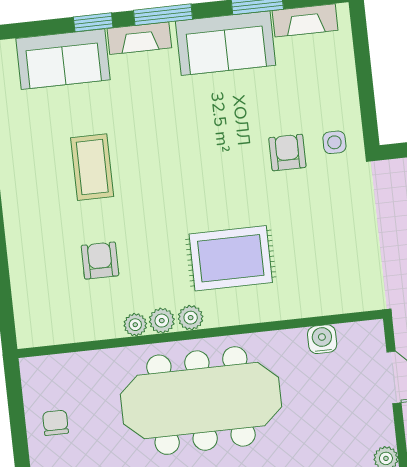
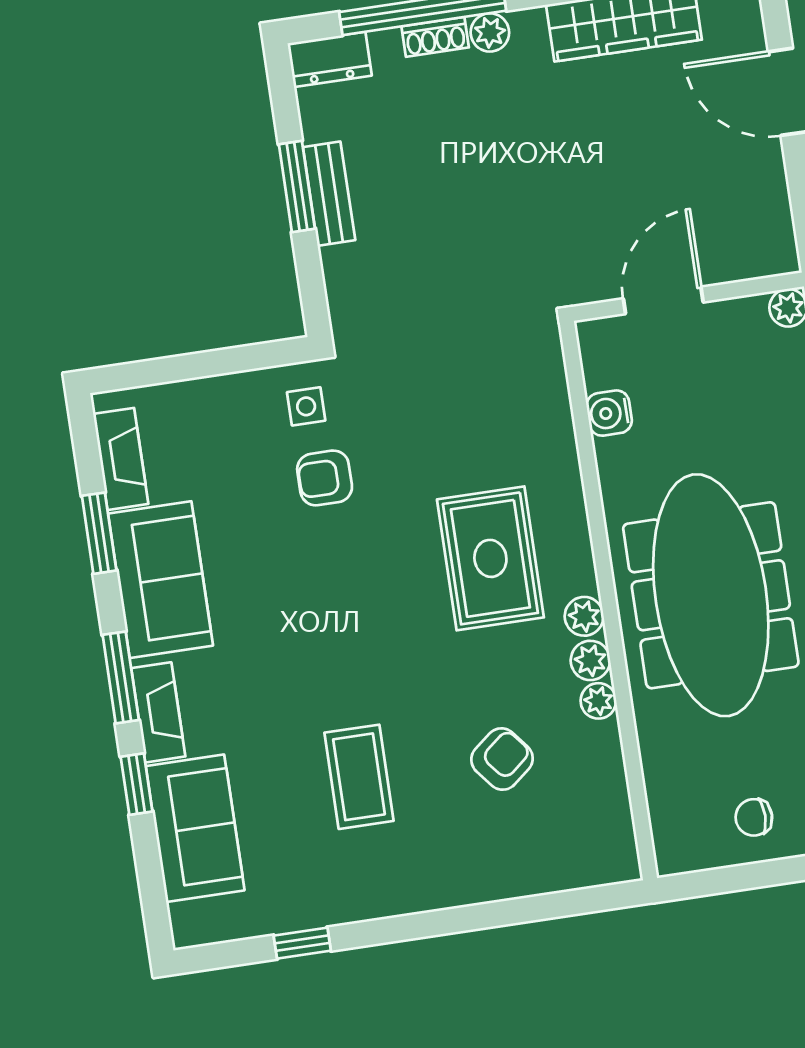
coffee table: (92, 167) -> (359, 777), turned 90
armchair: (100, 261) -> (502, 759), turned 141

